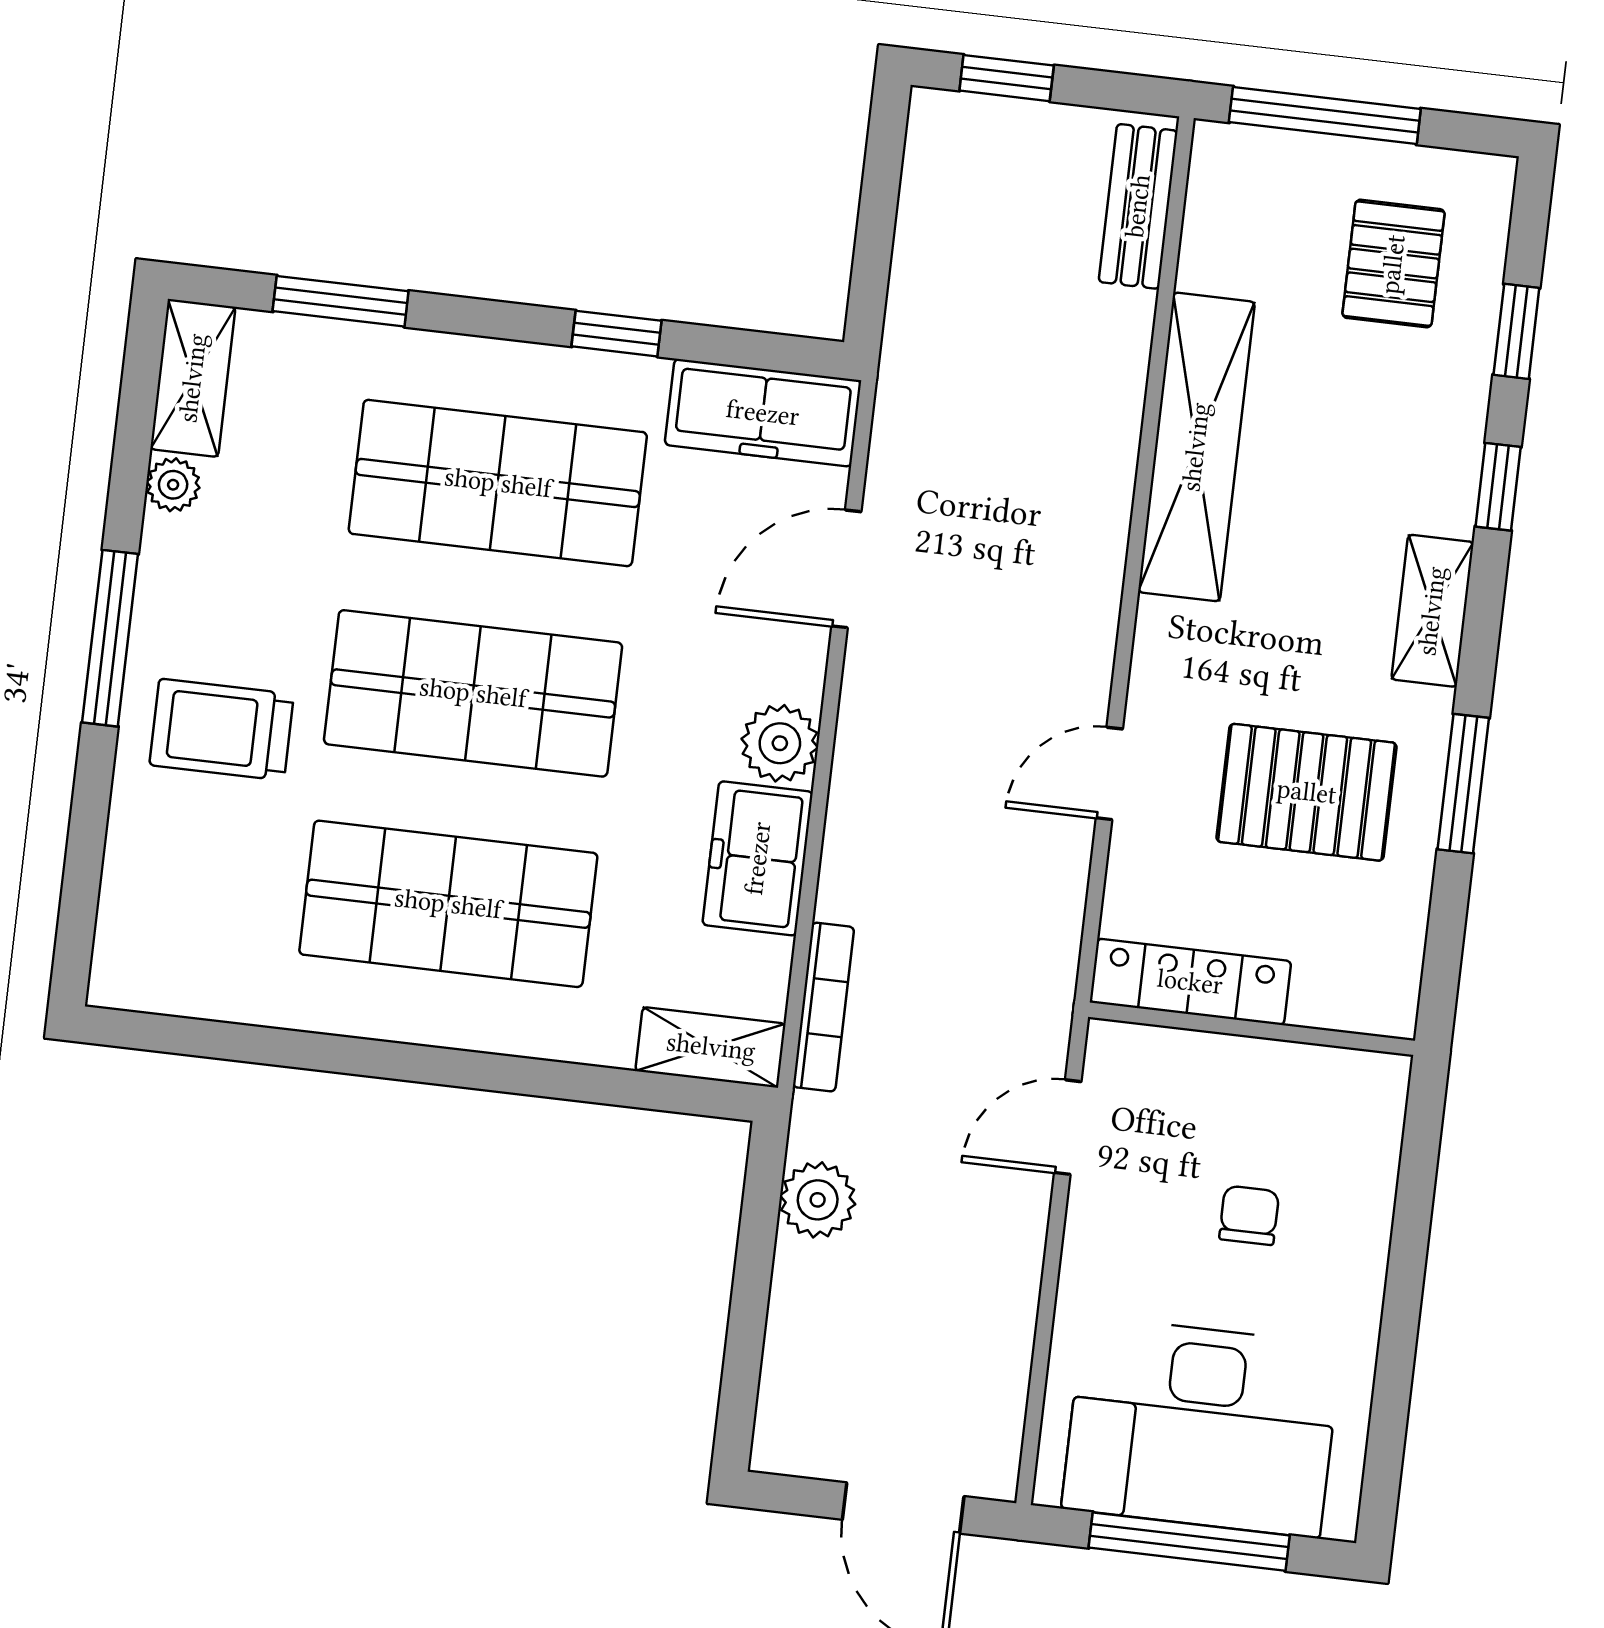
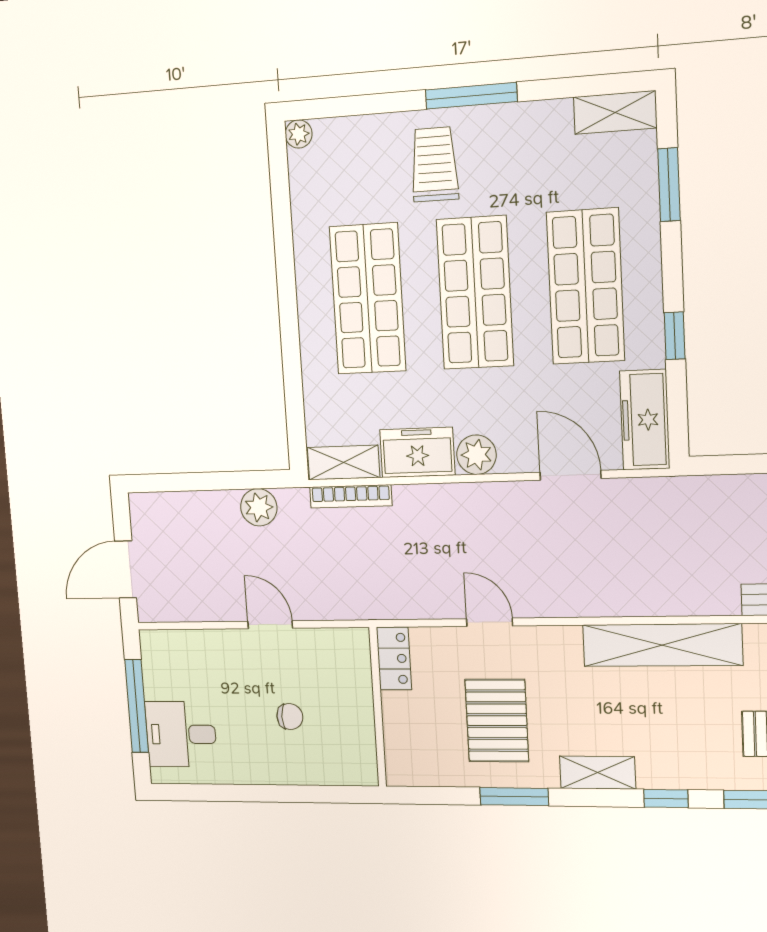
plant: (173, 485) -> (299, 134), moved
locker: (1190, 982) -> (394, 658), width x0.66
shelving: (711, 1047) -> (344, 462), moved, turned 90
door: (1068, 1127) -> (270, 625), moved
desk: (1202, 1427) -> (181, 734), width x0.53, depth x0.77

